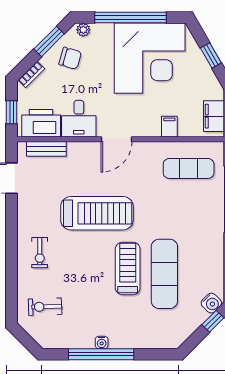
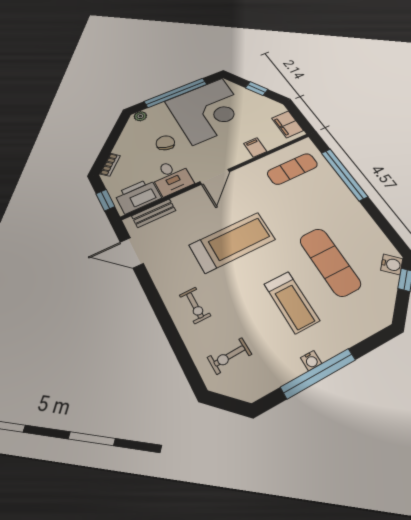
window: (49, 41) -> (114, 136), removed
chair: (70, 58) -> (165, 143), moved, turned -86
treadmill: (128, 268) -> (292, 302), moved, turned 180

